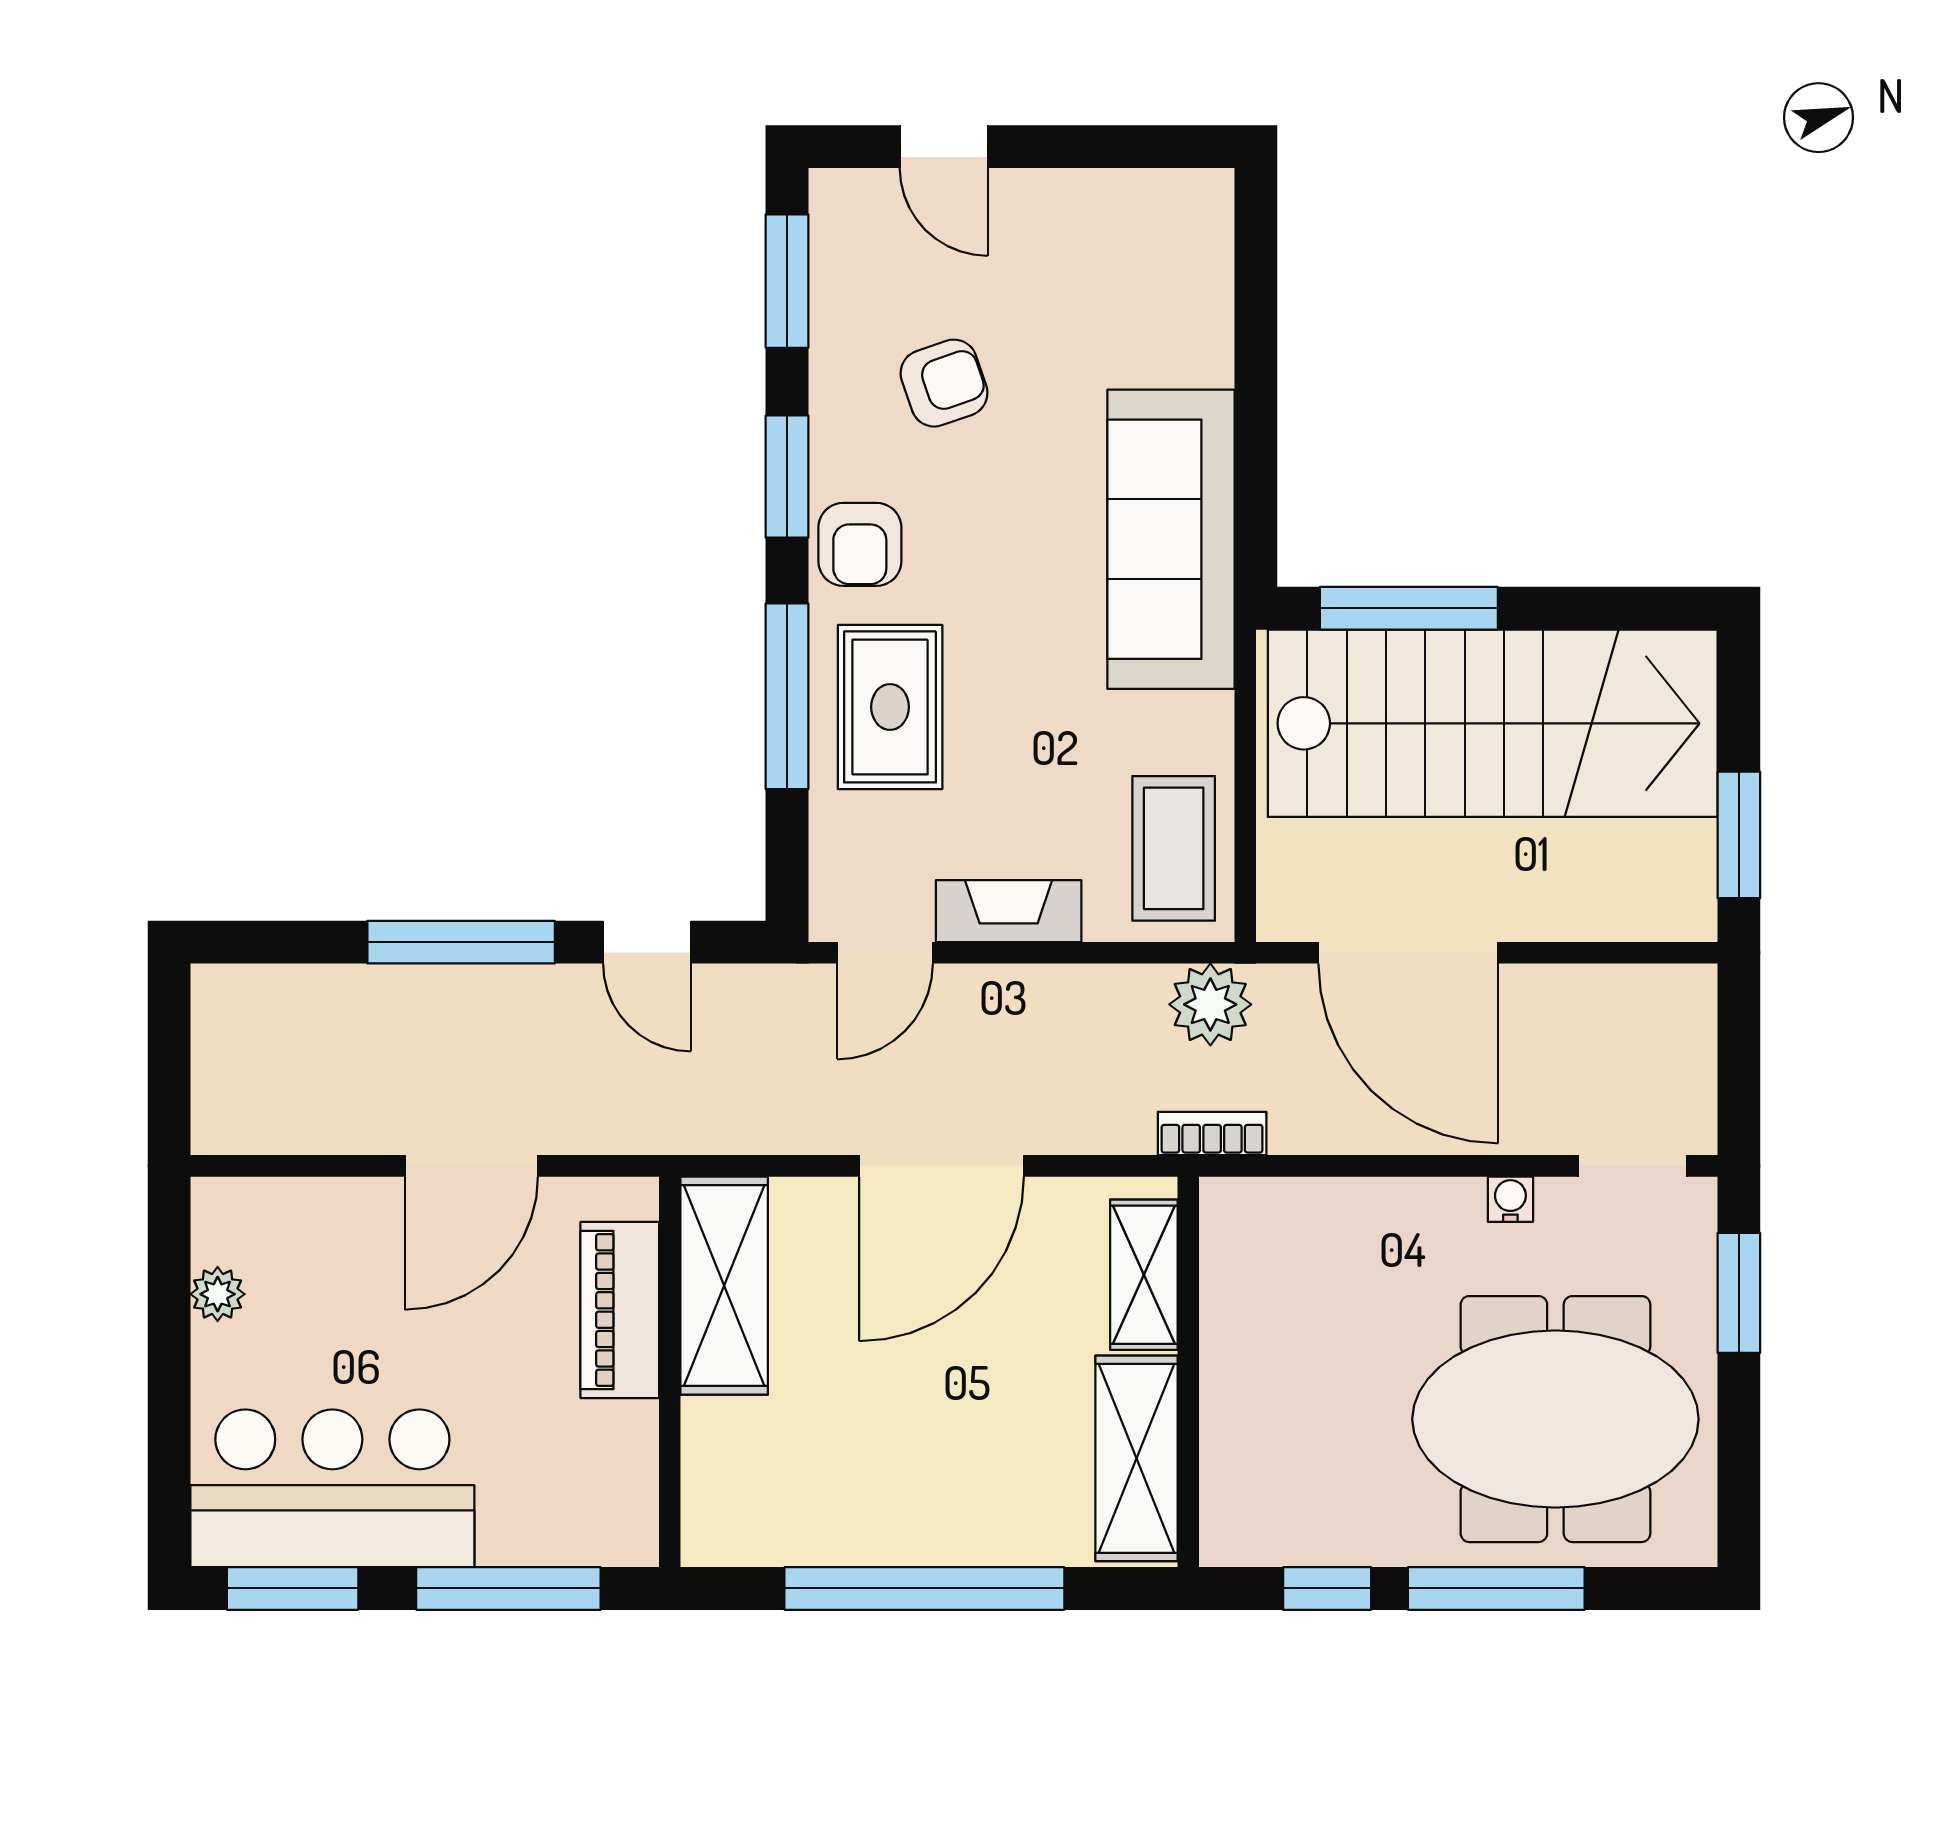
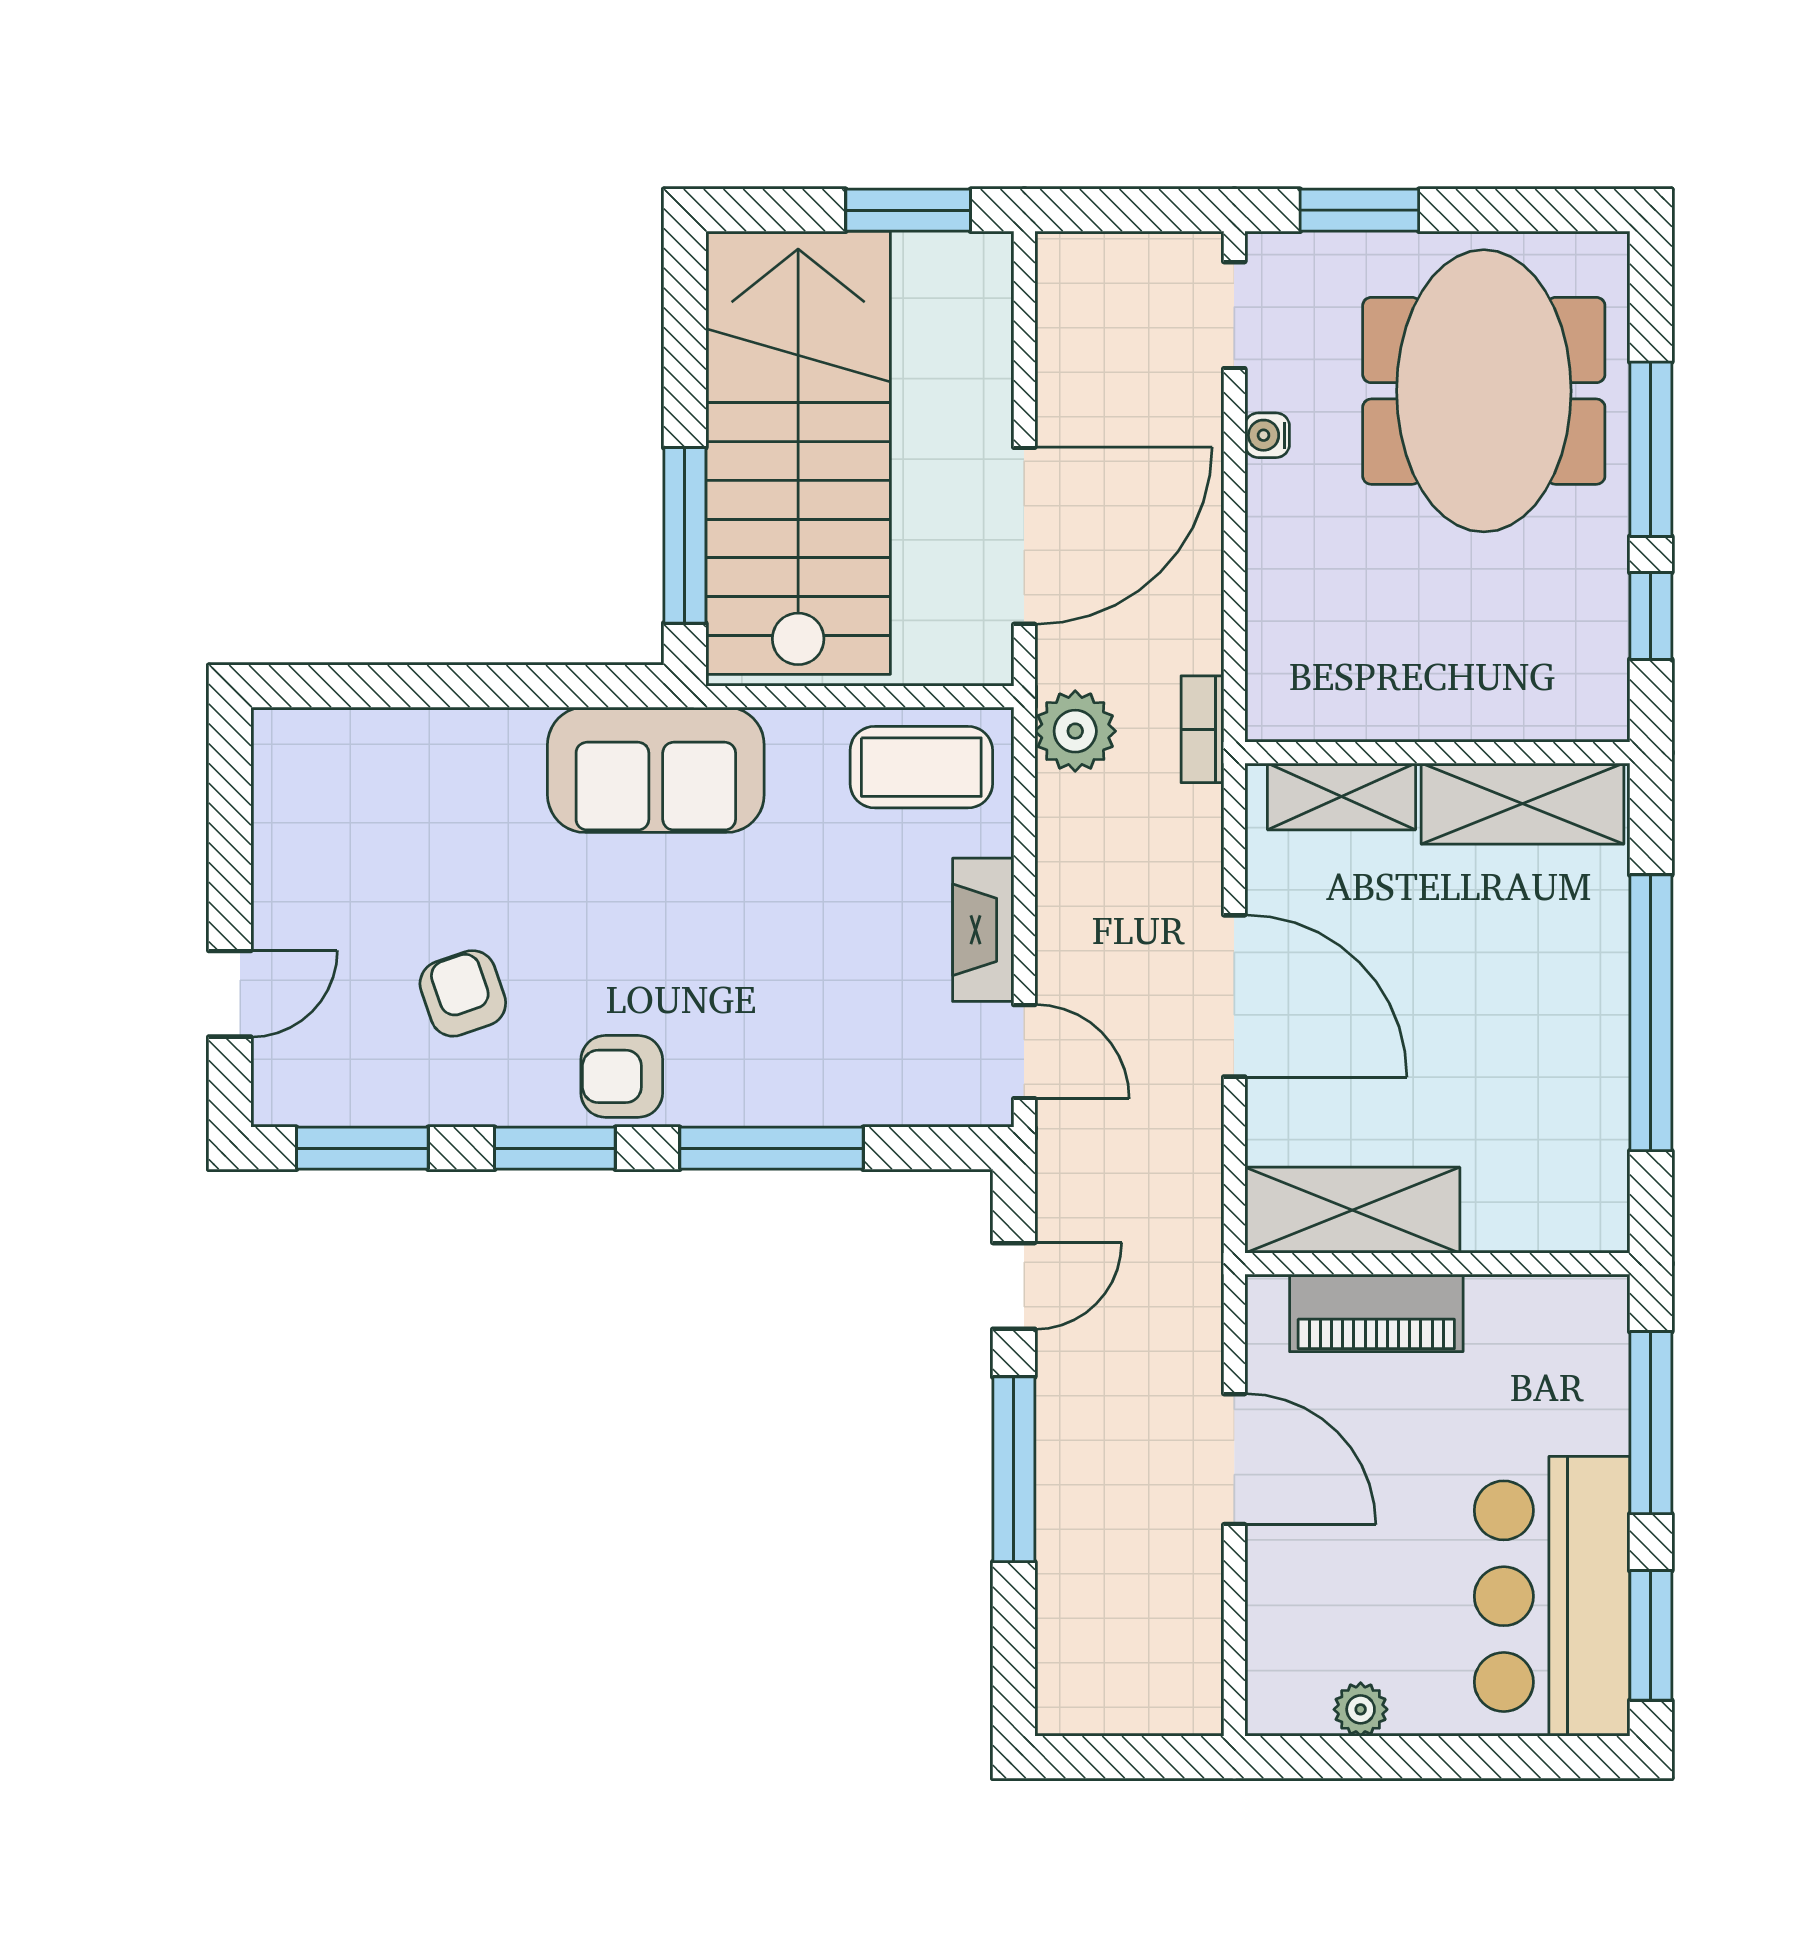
sofa: (1171, 539) -> (656, 770), width x0.73
armchair: (860, 544) -> (622, 1076), turned 180
rug: (890, 707) -> (782, 1047), removed

